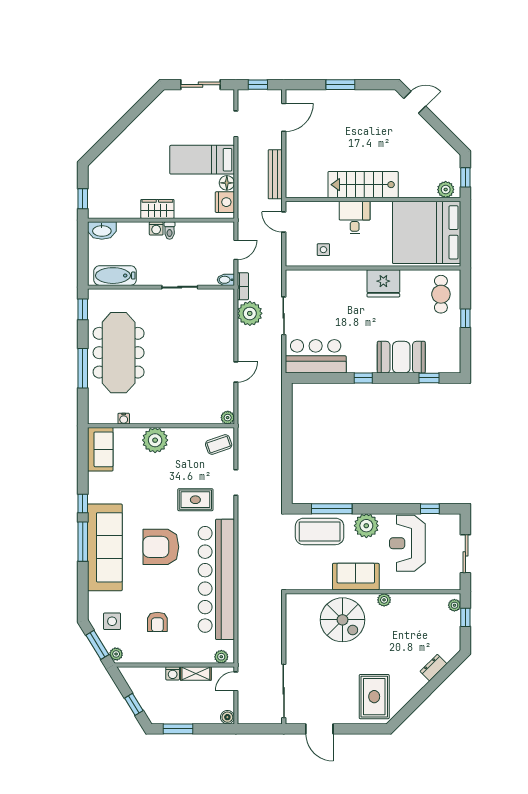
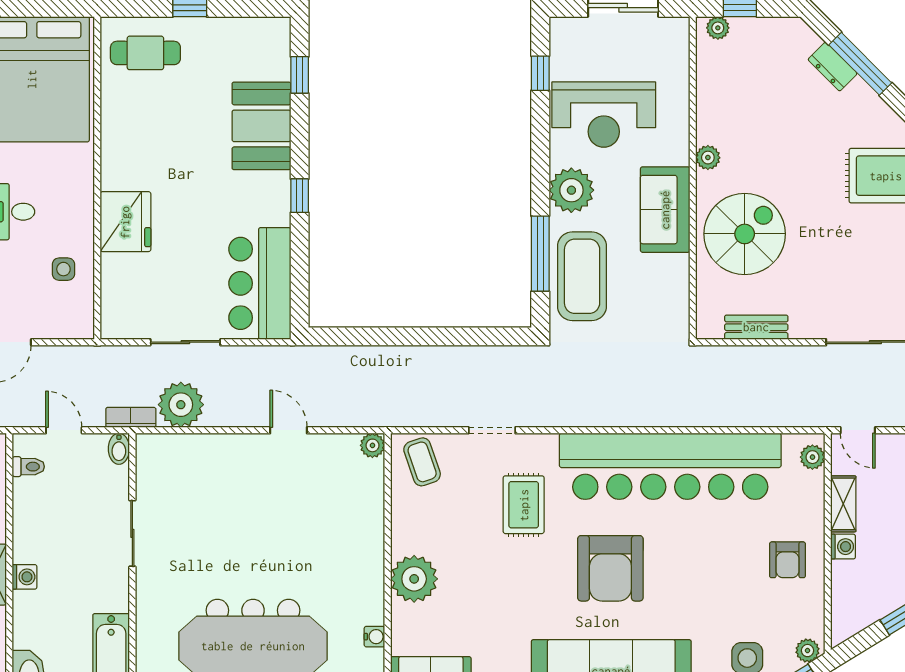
toilet: (170, 231) -> (28, 467), moved
fridge: (383, 283) -> (125, 222), moved
armchair: (157, 622) -> (787, 560), moved, turned 90
bench: (292, 626) -> (756, 327), added
window: (435, 683) -> (860, 64), added

